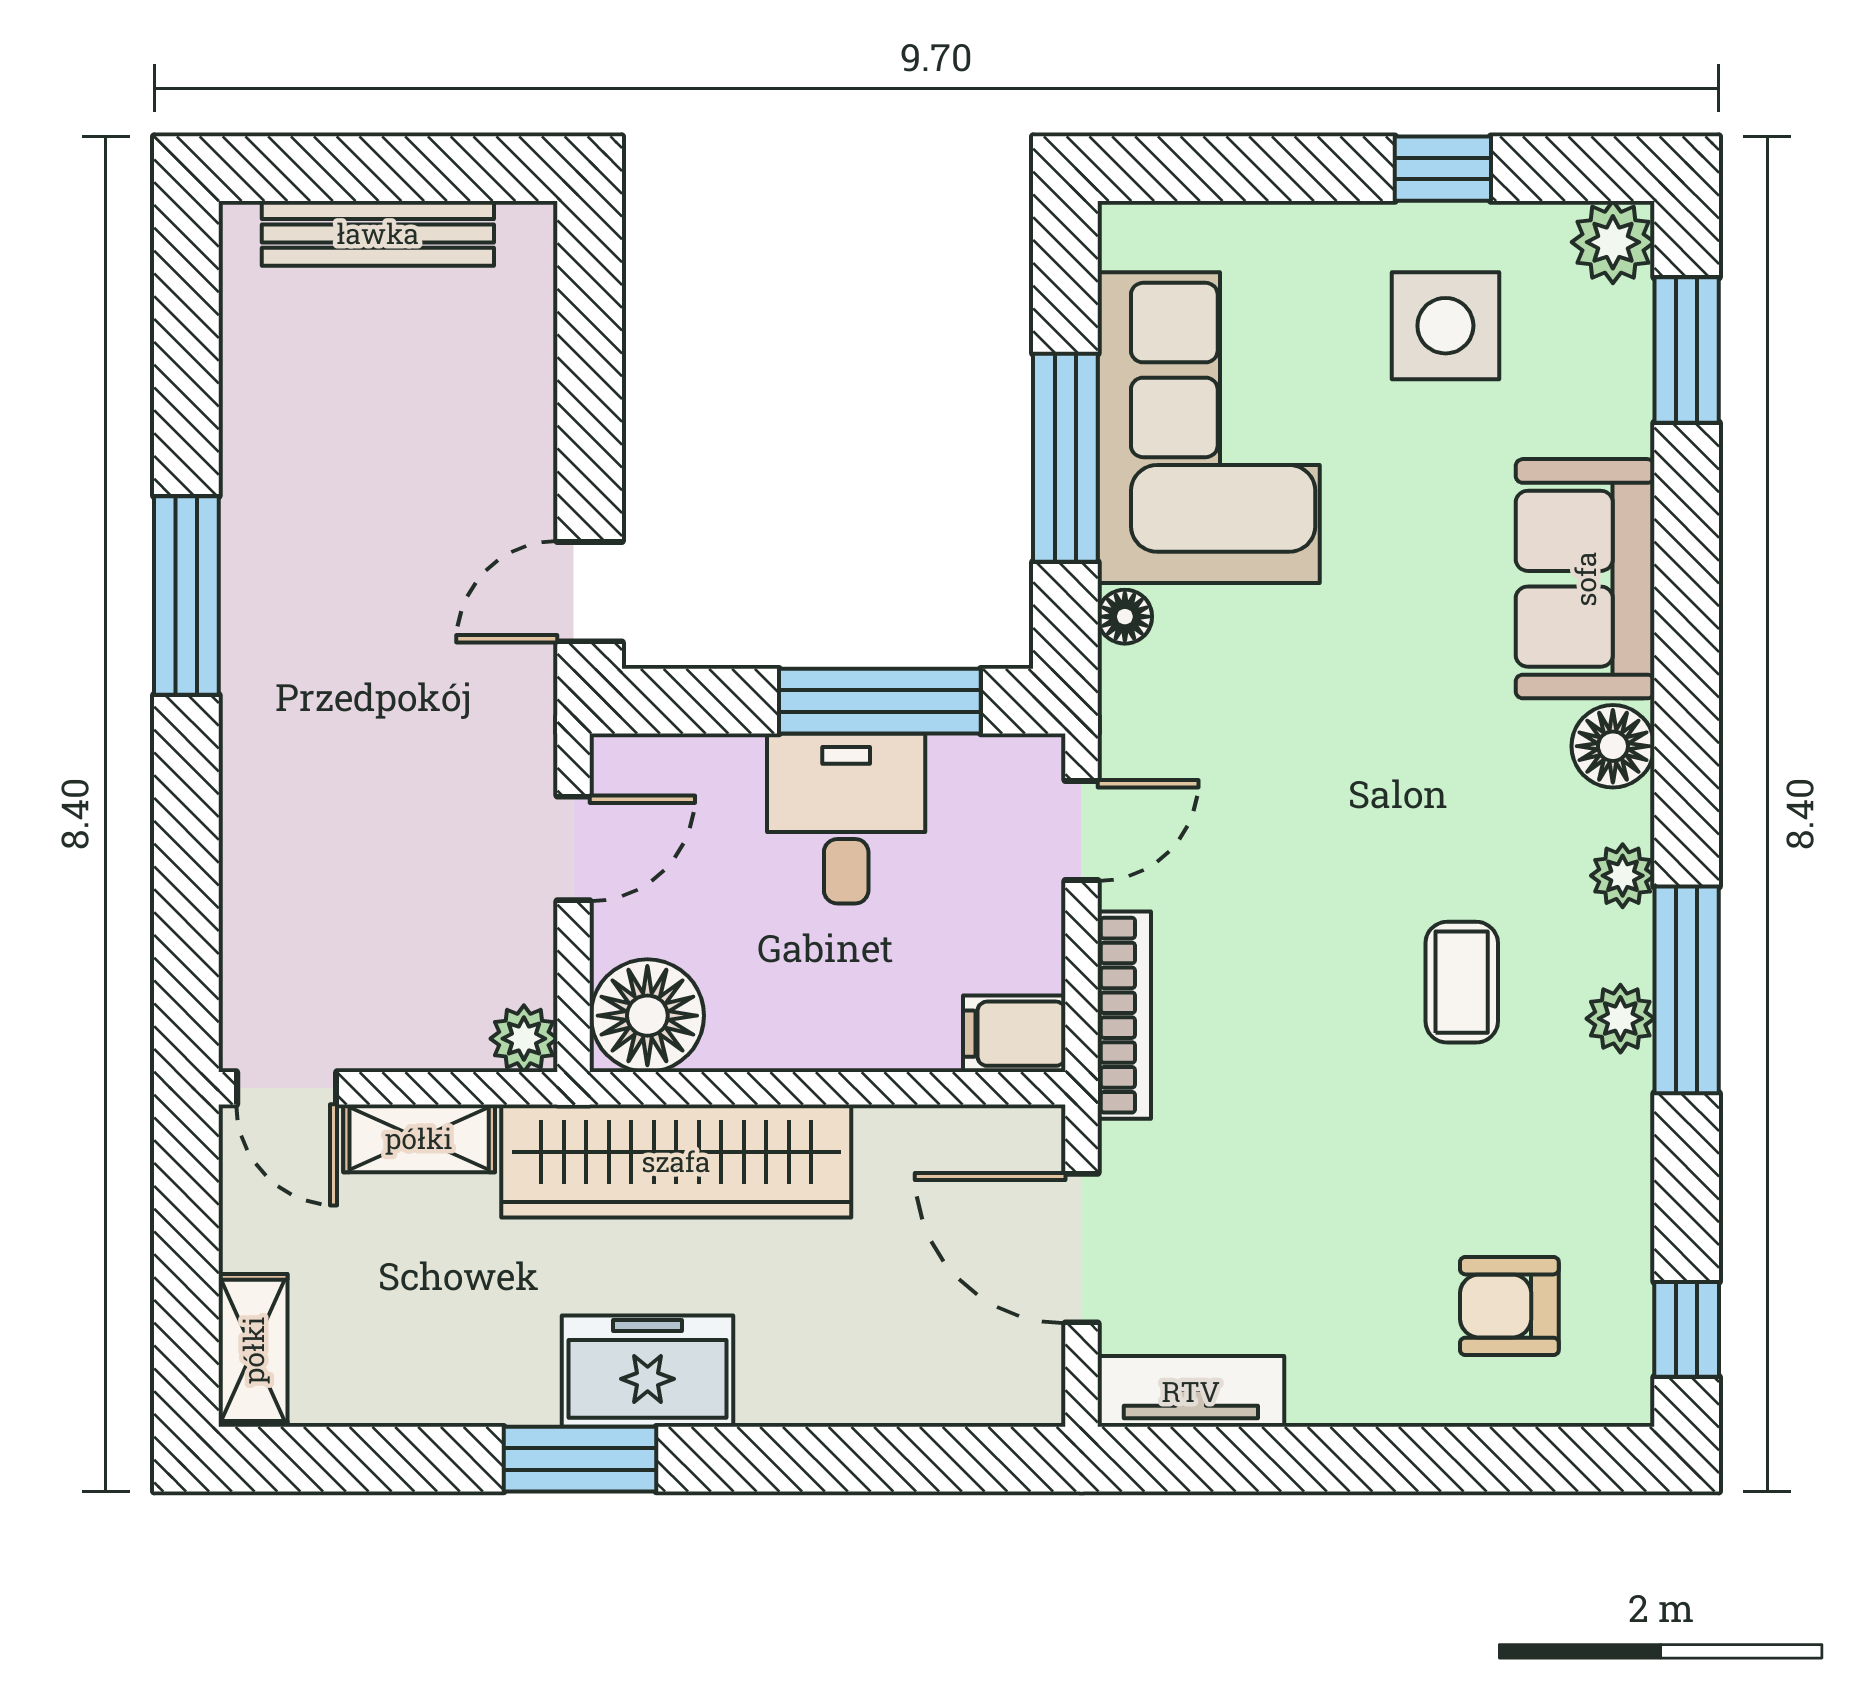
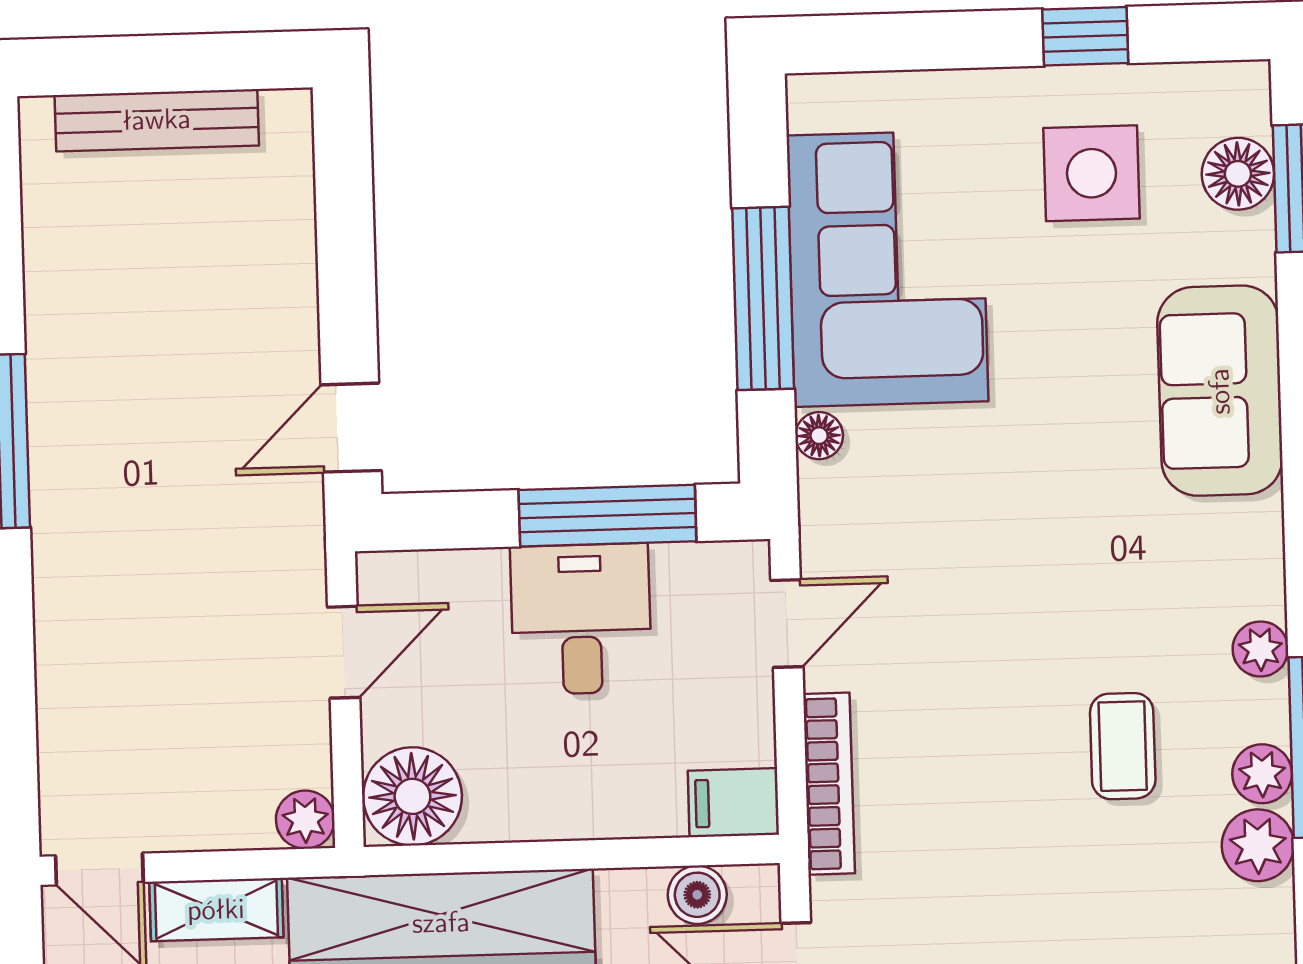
plant: (1613, 242) -> (1258, 845), moved
floor lamp: (1613, 746) -> (1238, 174), moved
boiler: (970, 1138) -> (697, 895), added

